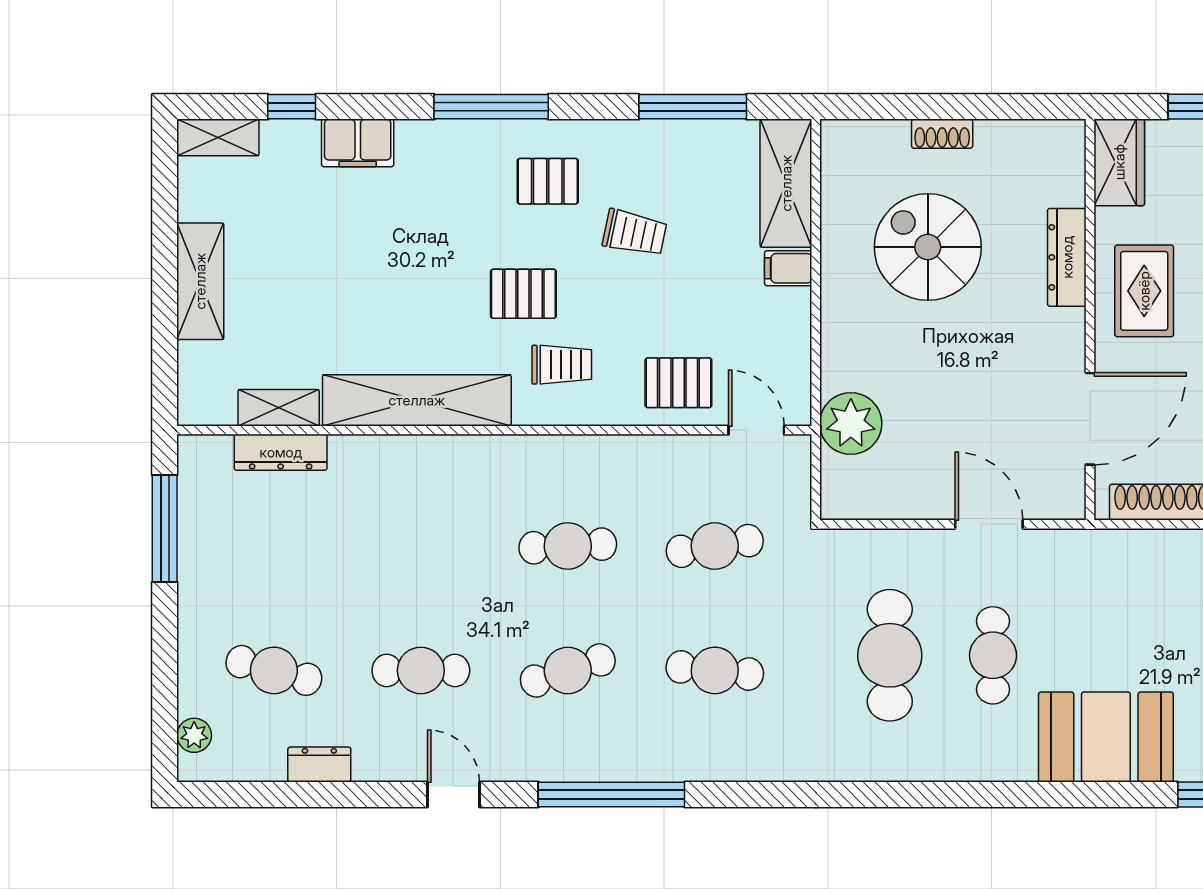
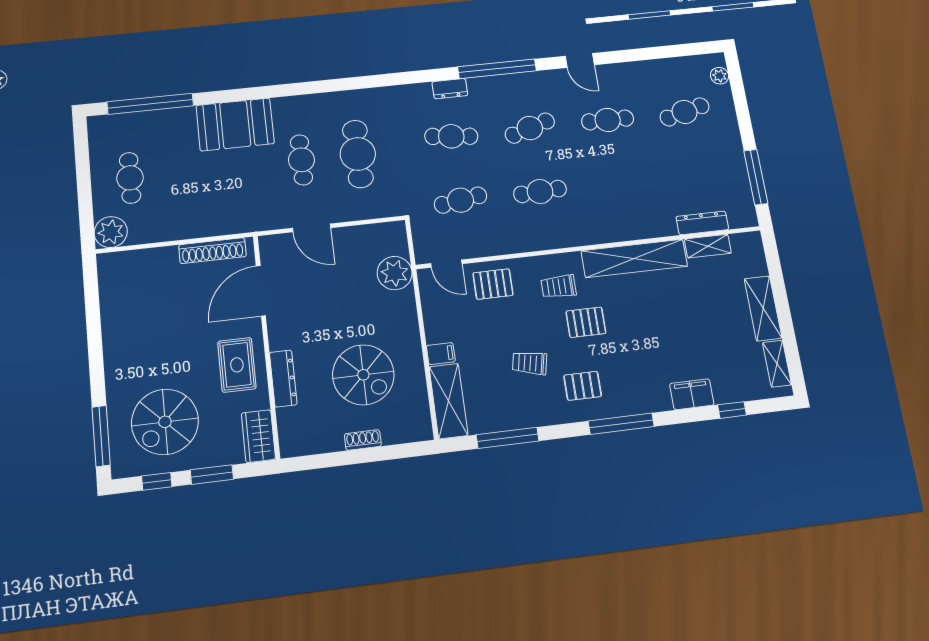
shelving: (218, 137) -> (777, 364), moved, turned 90
cafe table: (274, 670) -> (685, 112), turned -30
dresser: (319, 765) -> (450, 89), moved

